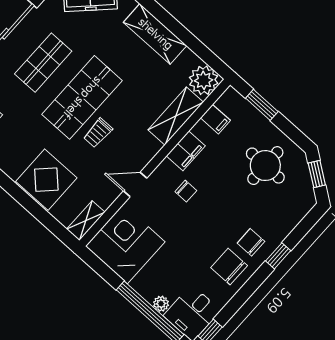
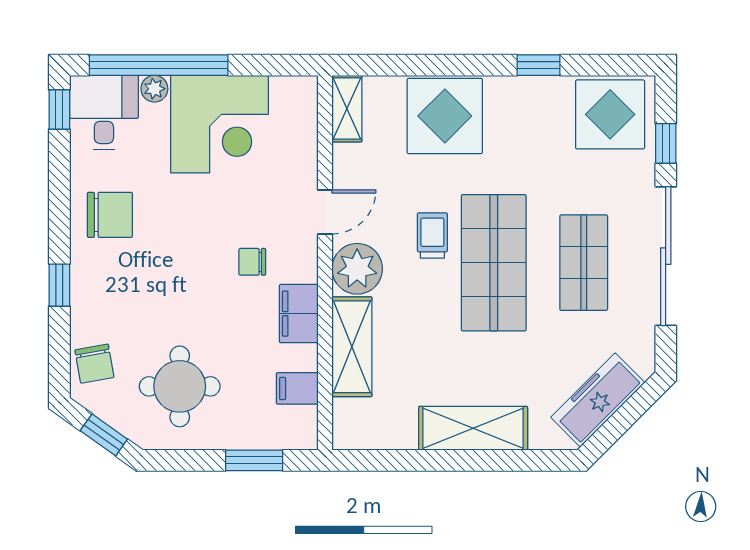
plant: (204, 80) -> (357, 269), moved
chair: (251, 242) -> (94, 364), moved, turned 80
corner desk: (125, 244) -> (219, 124), moved

